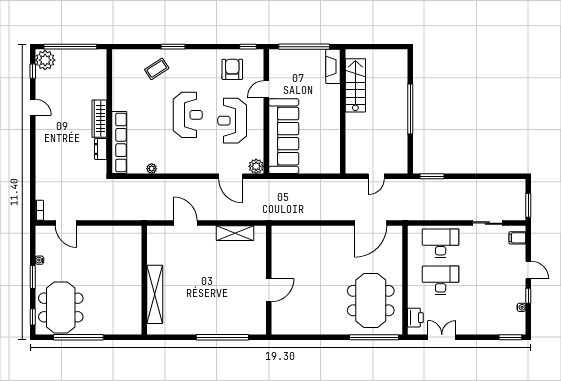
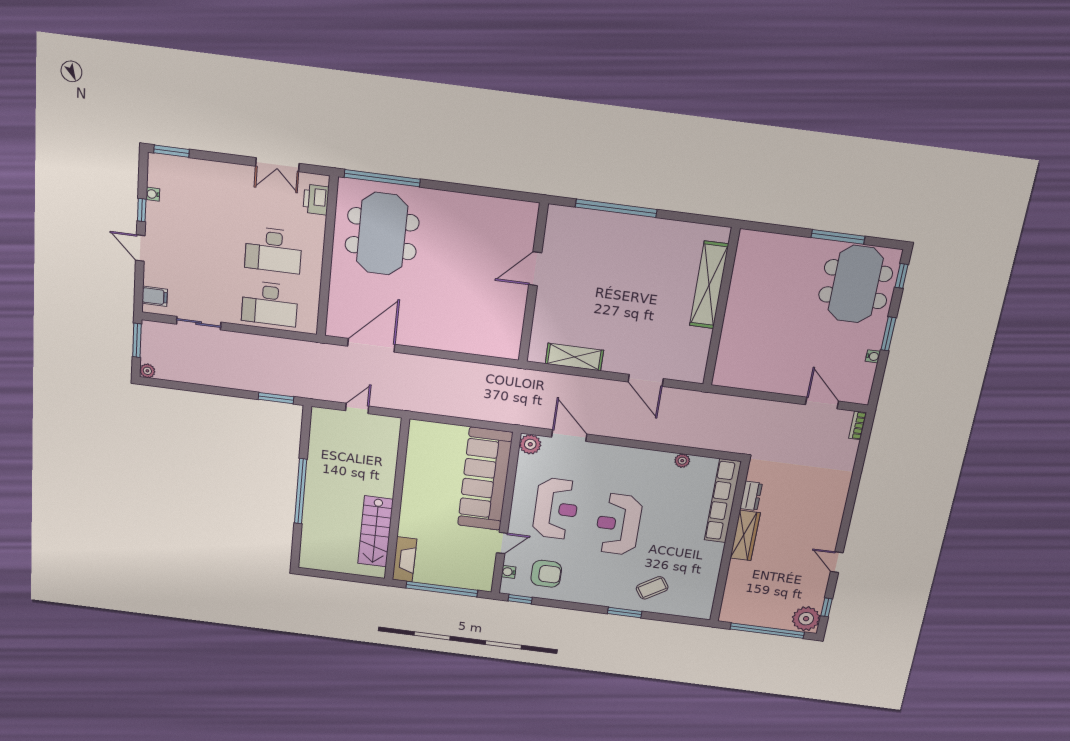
water cooler: (259, 67) -> (509, 572), added
armchair: (232, 69) -> (546, 574), turned -90
plant: (520, 184) -> (147, 371), added
window: (78, 337) -> (838, 237), width x0.68

